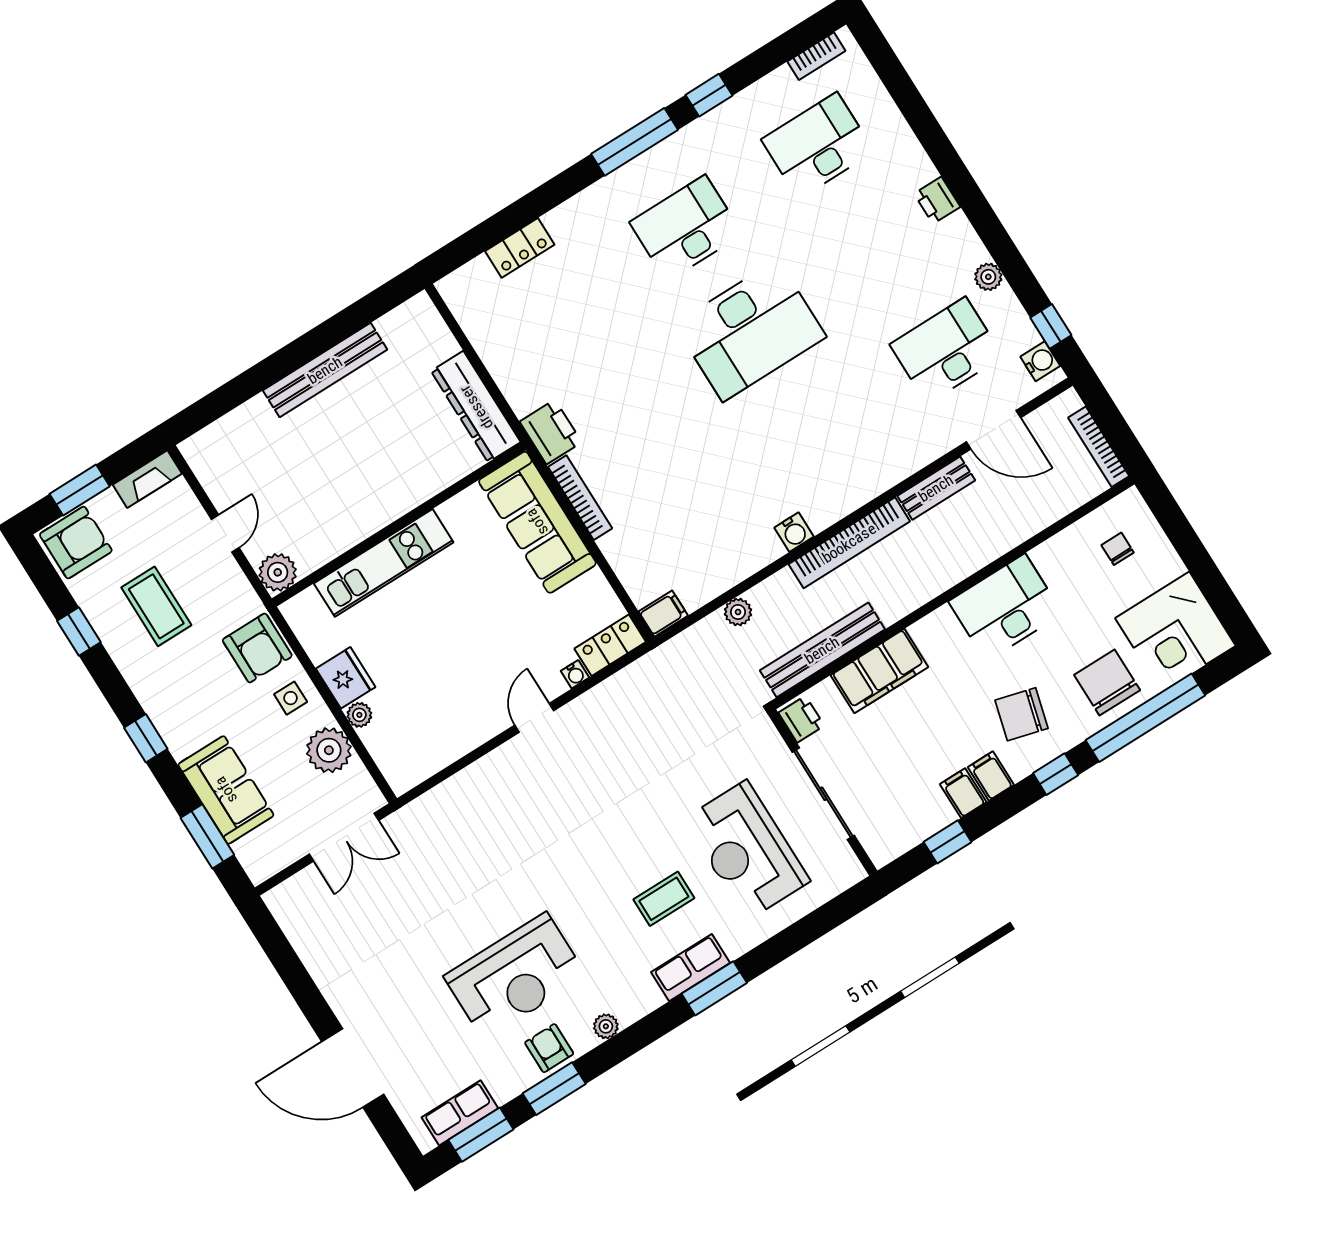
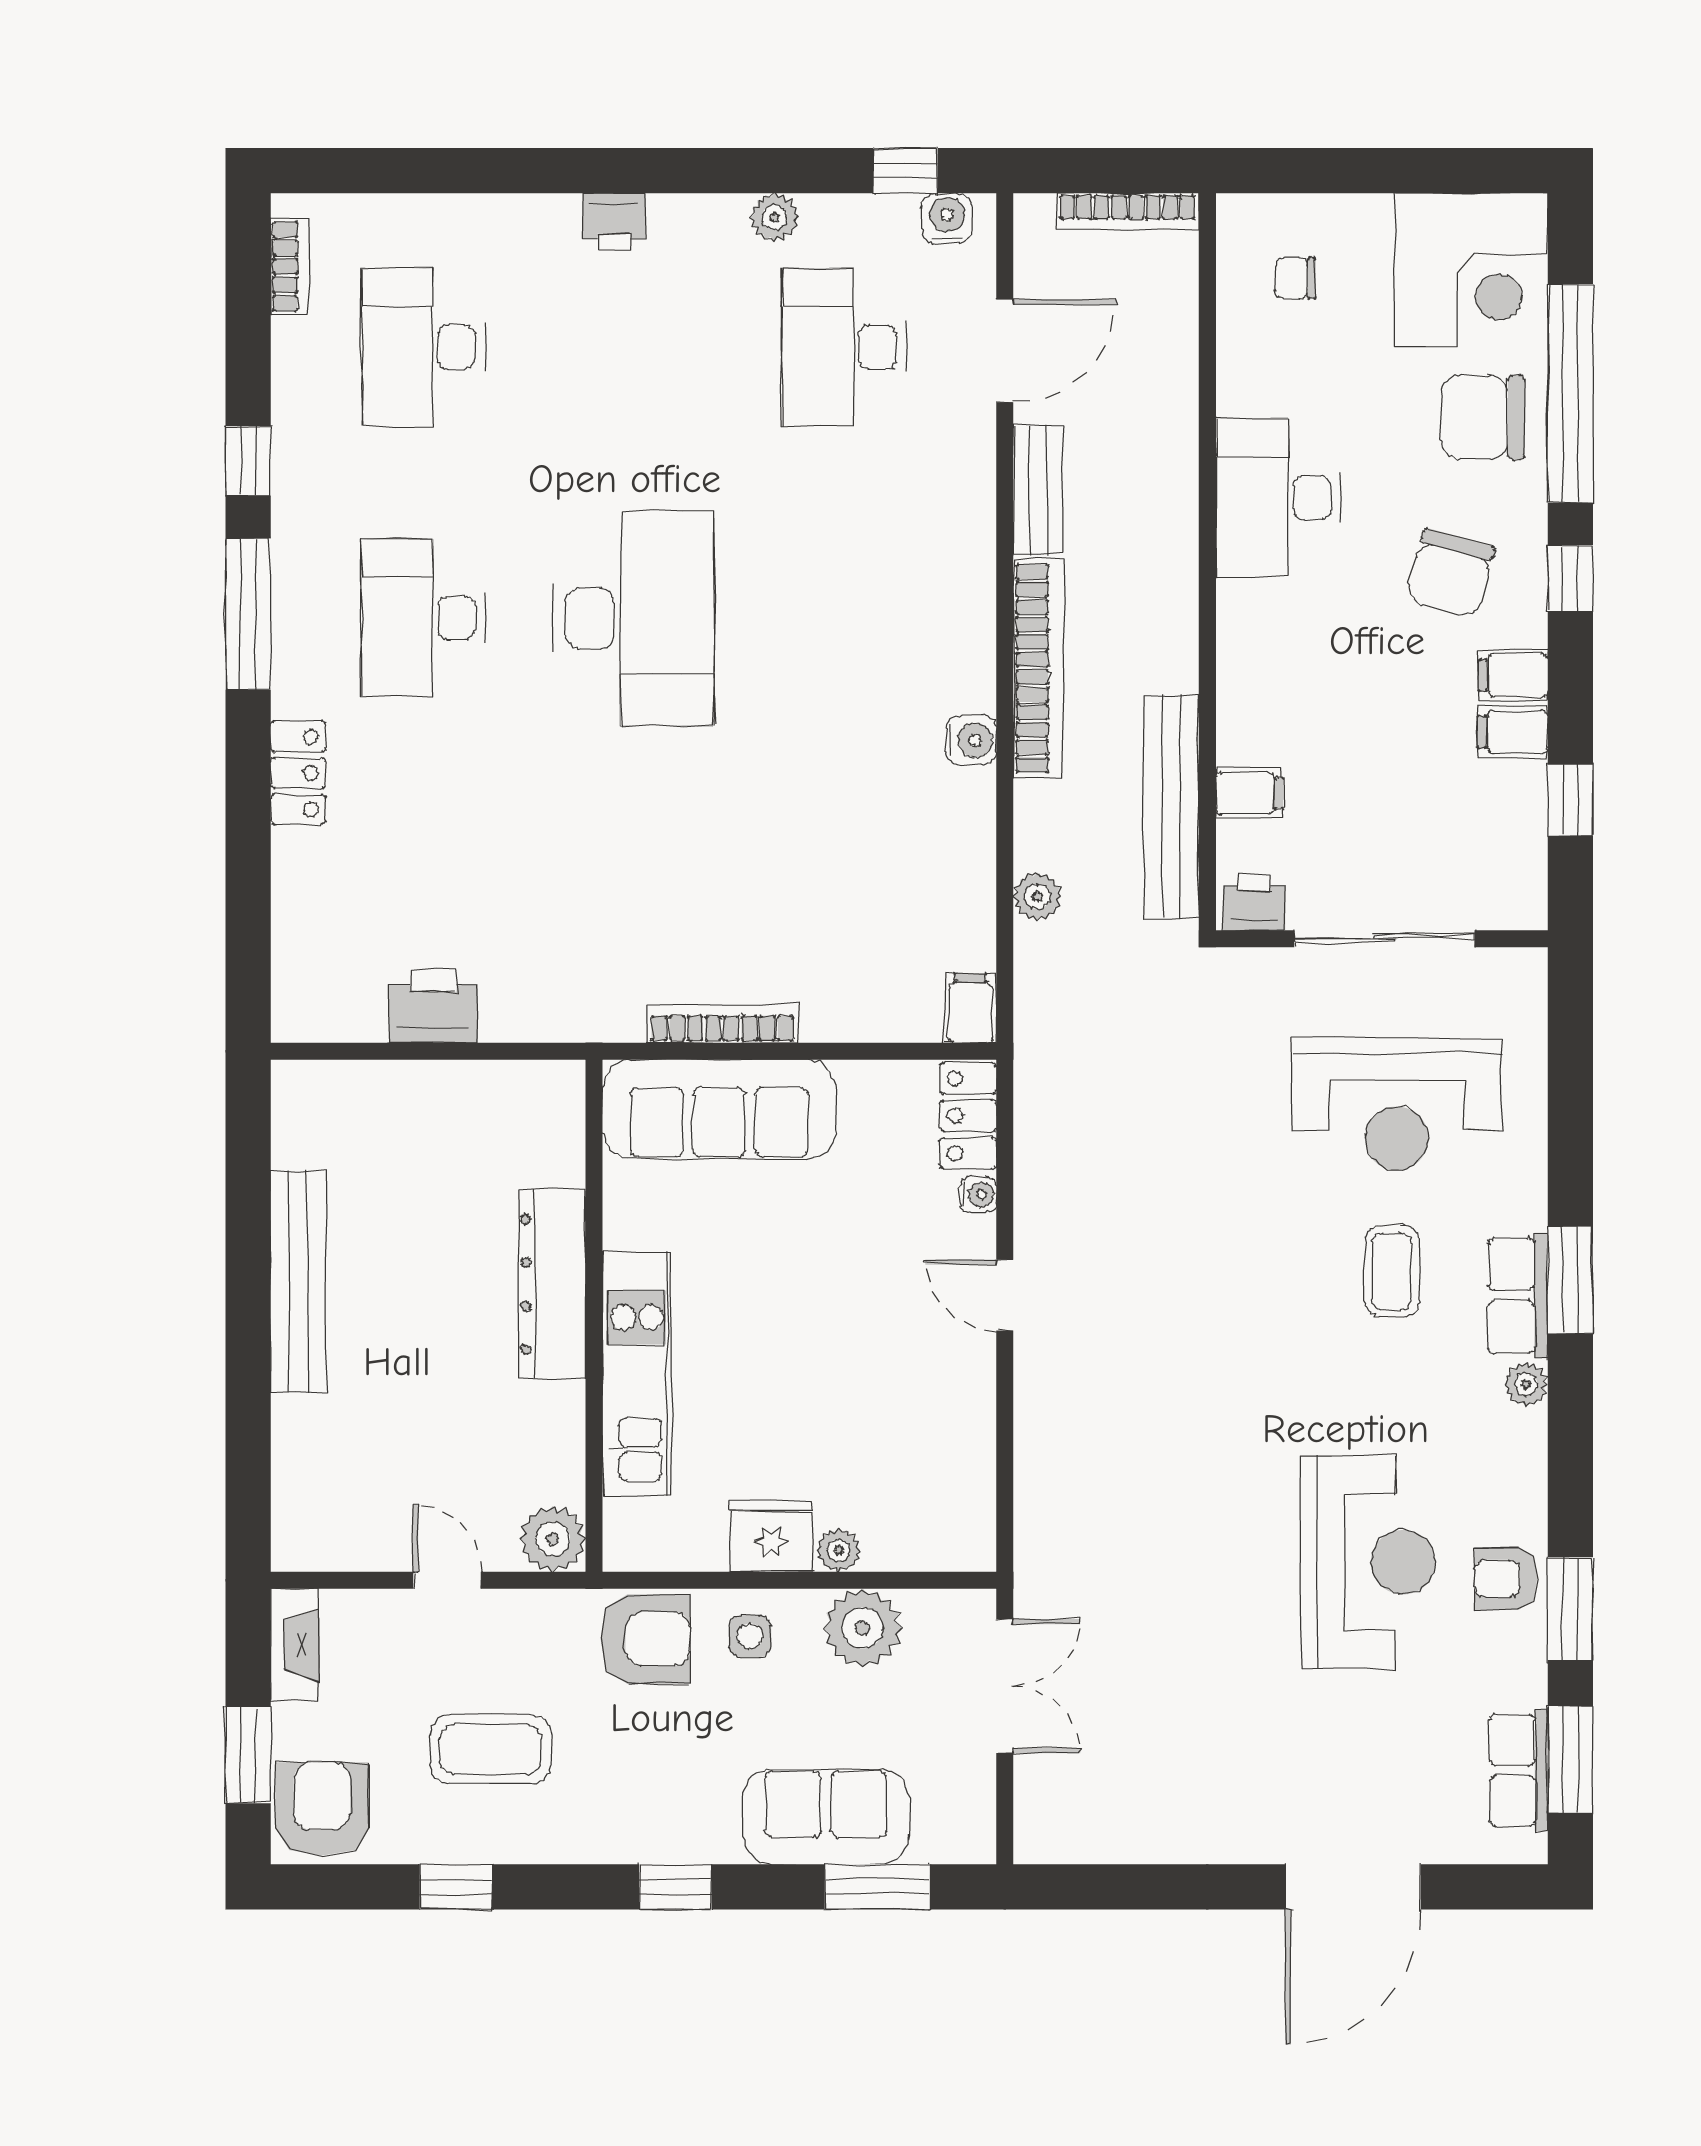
locker: (520, 248) -> (298, 773), moved
dresser: (476, 407) -> (552, 1284), moved, turned 90
printer: (551, 432) -> (433, 1006), moved
filing cabinet: (879, 671) -> (1250, 793), width x0.33, depth x0.86
plant: (606, 1026) -> (1526, 1384), moved

